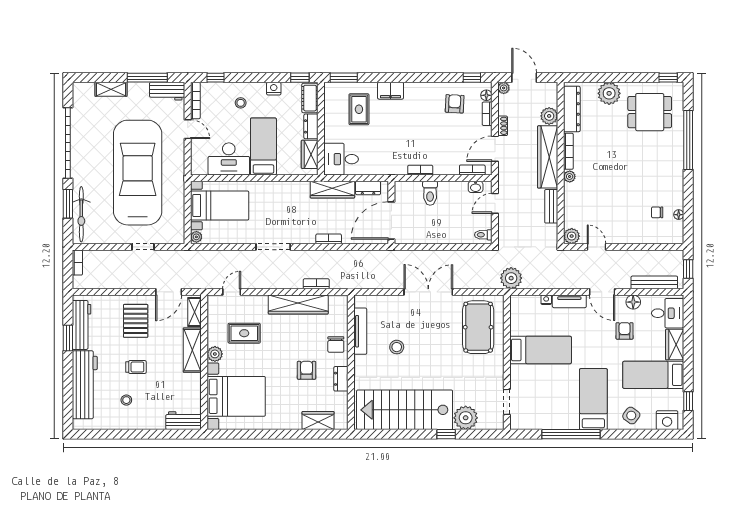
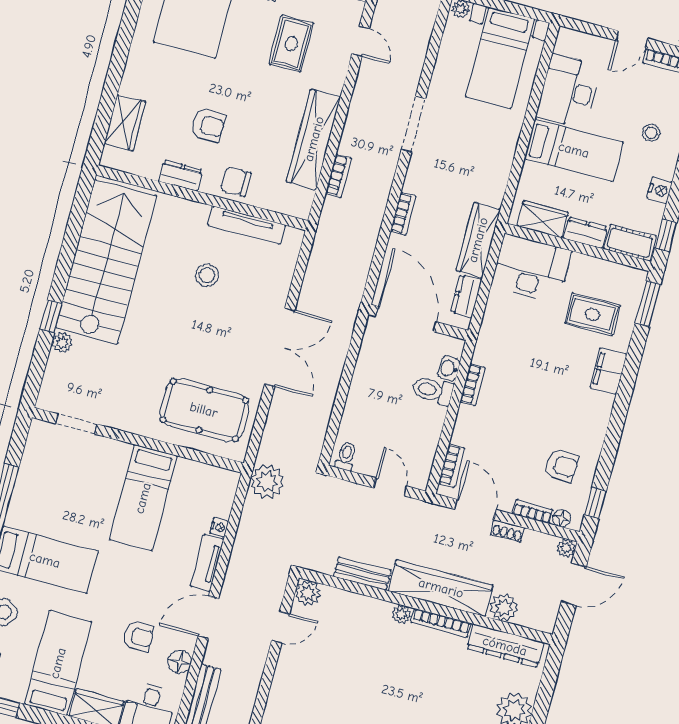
desk: (341, 159) -> (531, 268), width x1.37
washbasin: (476, 187) -> (449, 368), moved
plant: (466, 418) -> (62, 342), width x0.53, depth x0.53

